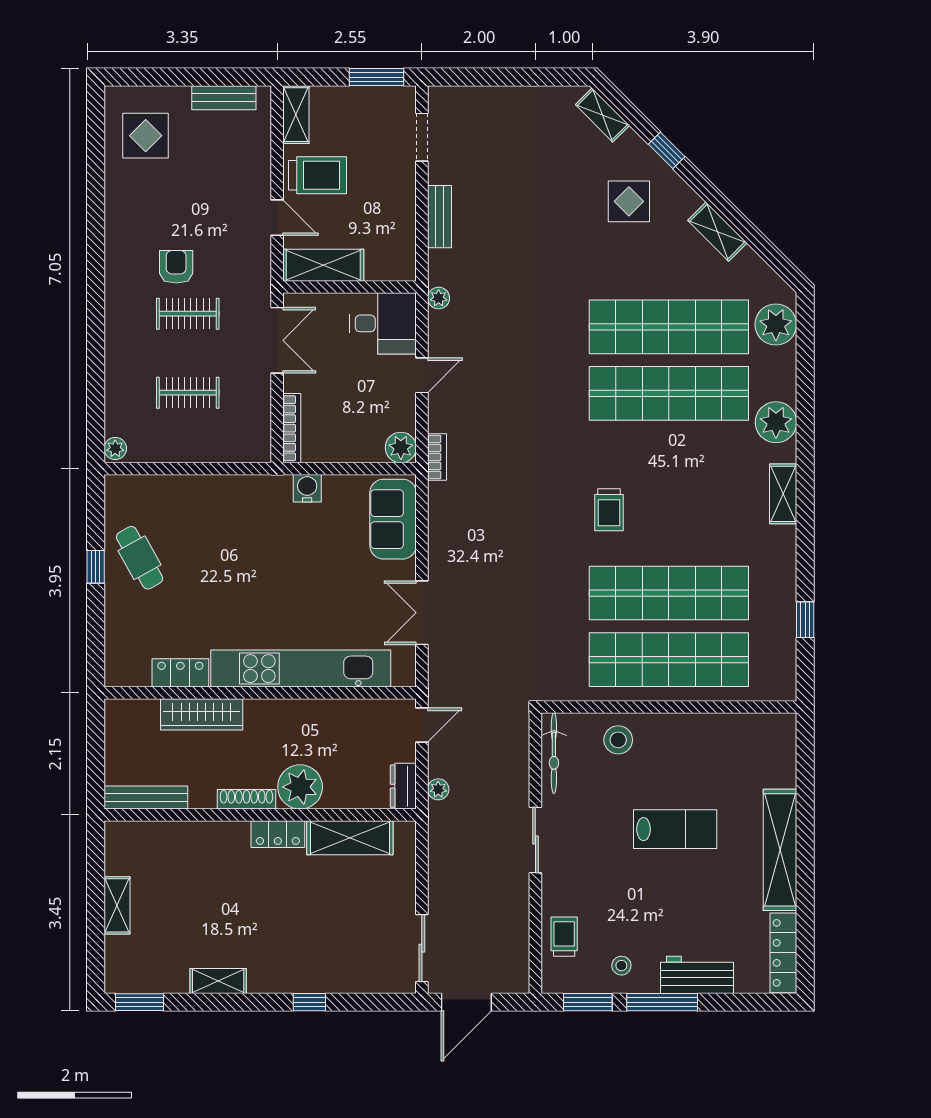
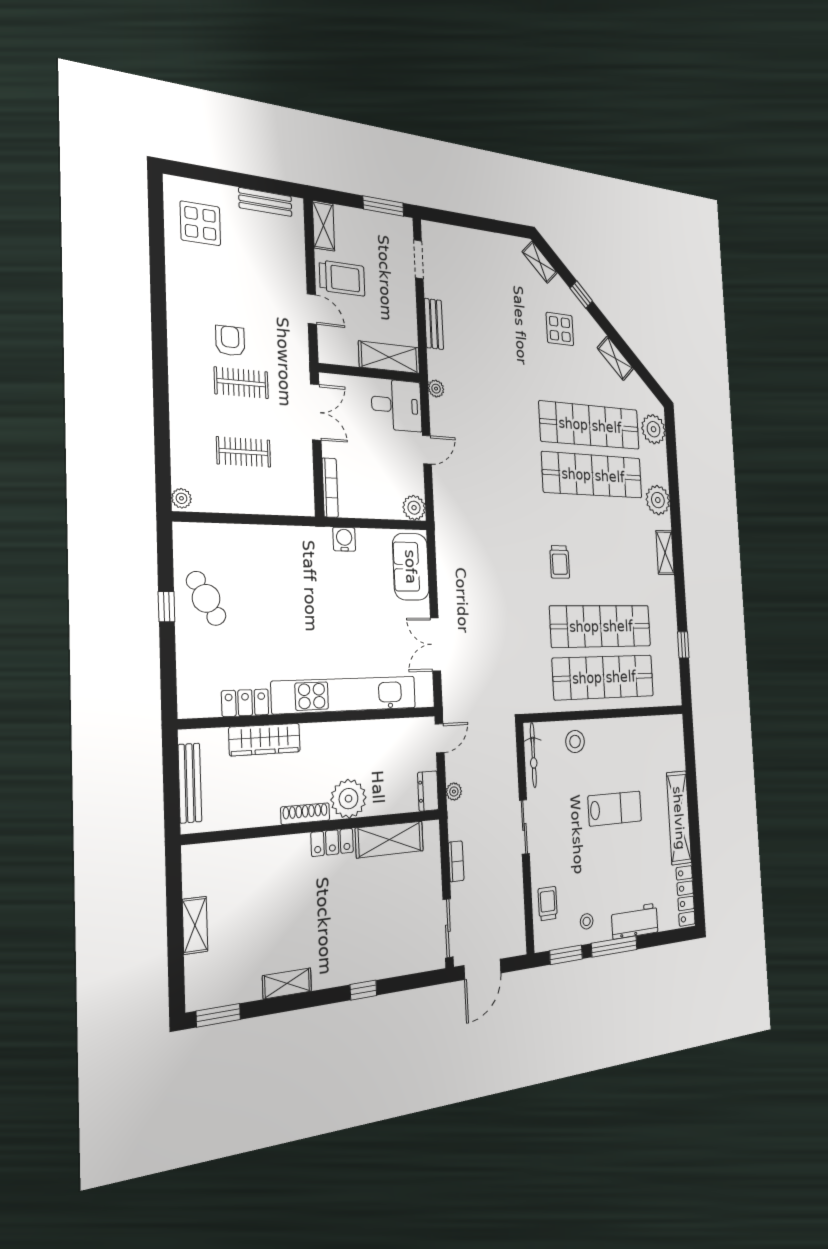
shelving: (323, 265) -> (389, 357), moved
bookcase: (437, 457) -> (456, 861), moved
bench: (146, 797) -> (190, 783), moved, turned 90

